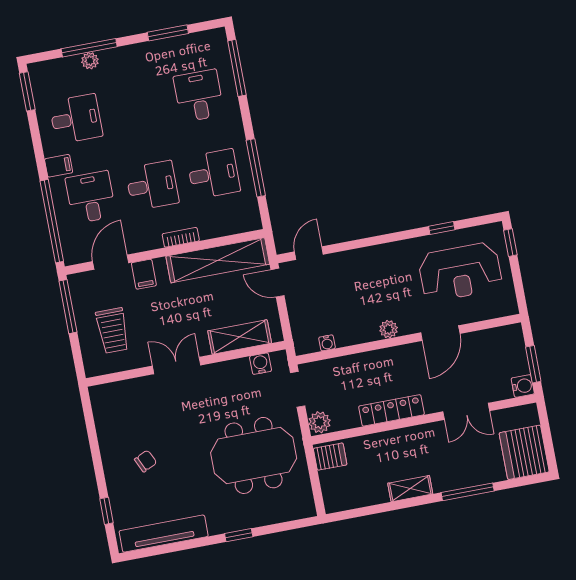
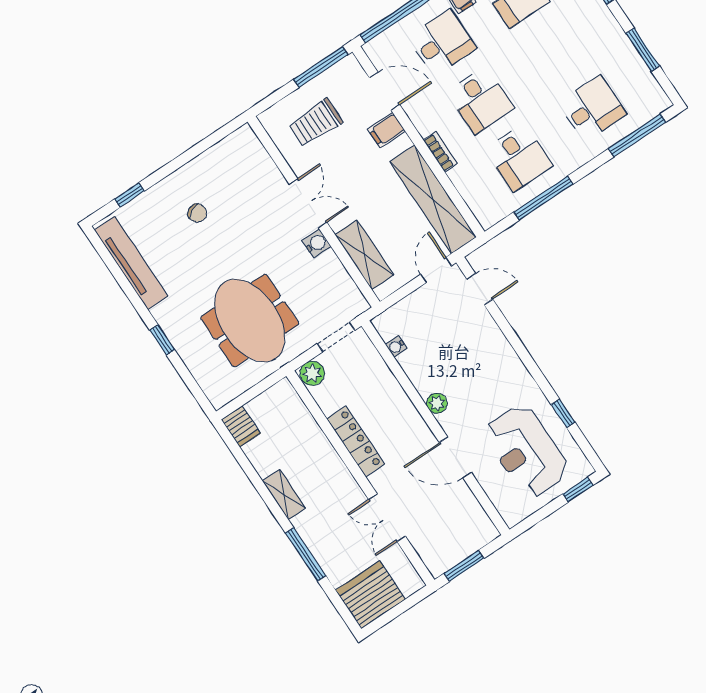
water cooler: (261, 364) -> (316, 243), moved
water cooler: (523, 386) -> (437, 565), removed
server rack: (330, 457) -> (241, 426), moved

